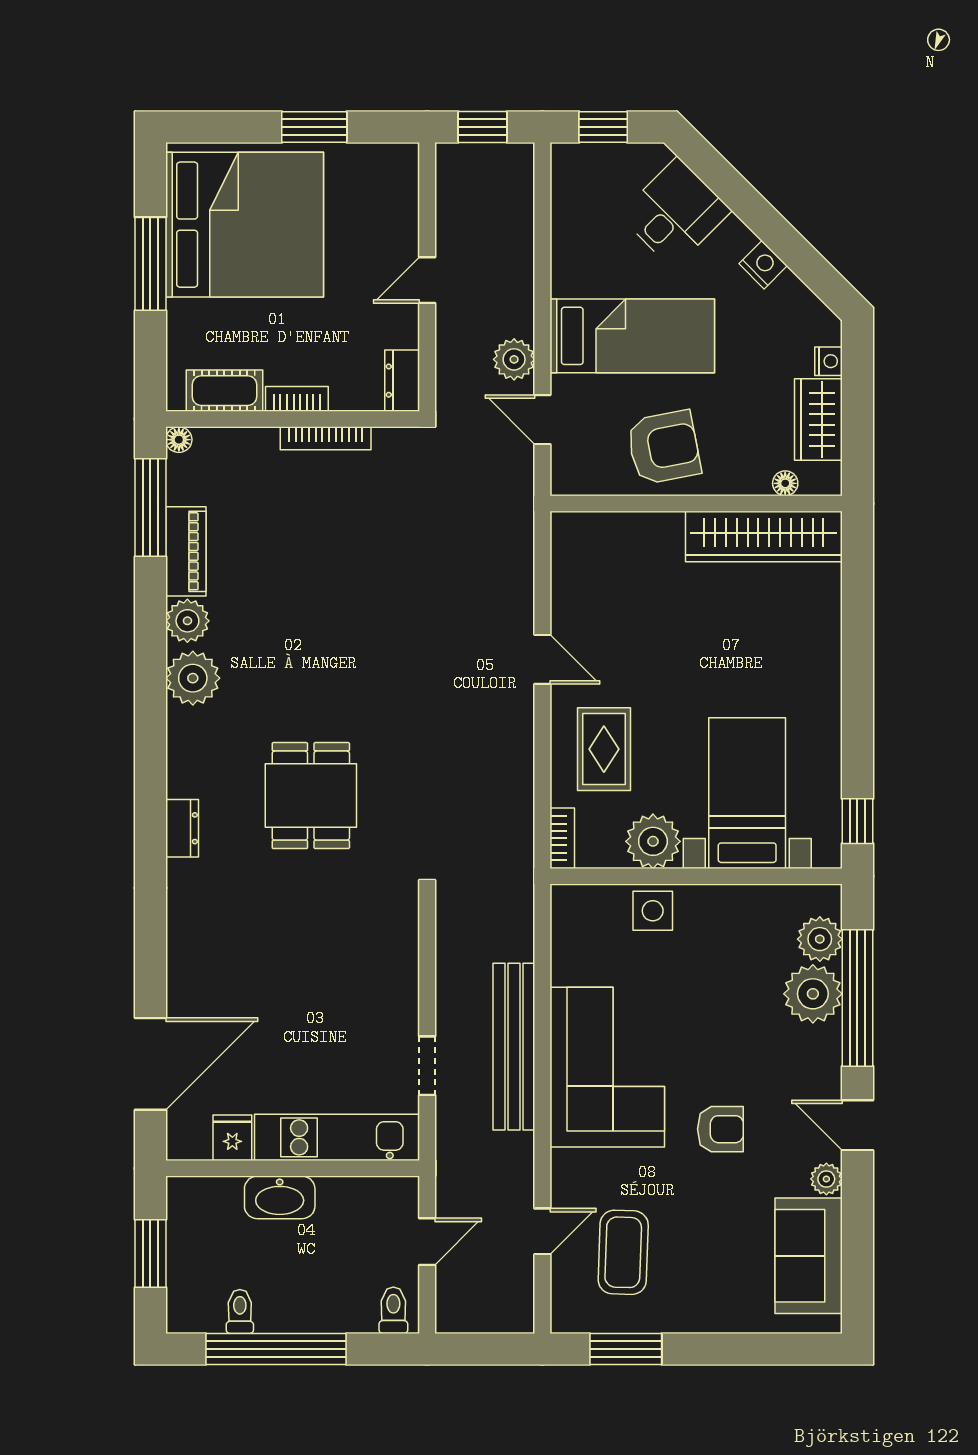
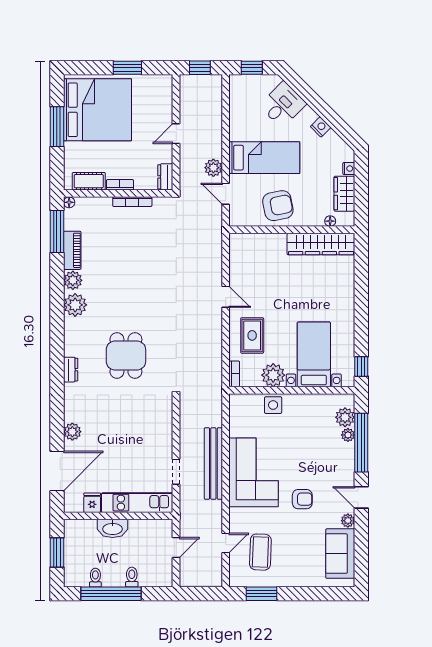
plant: (186, 973) -> (72, 432), added
plant: (813, 994) -> (348, 435), width x0.53, depth x0.53
toilet: (393, 1310) -> (132, 577), moved

